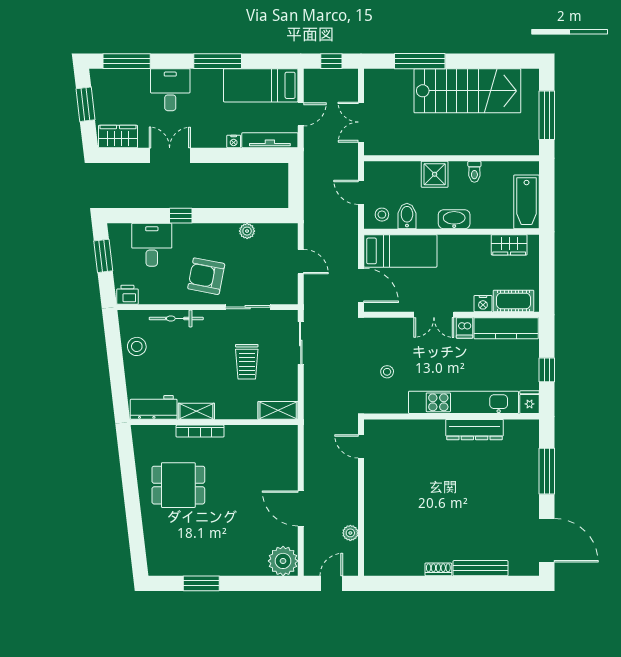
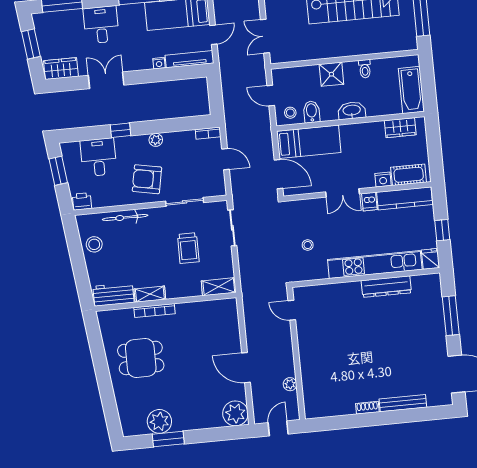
bookcase: (283, 229) -> (208, 133), added
plant: (247, 231) -> (156, 140), moved
plant: (193, 562) -> (159, 421), added

